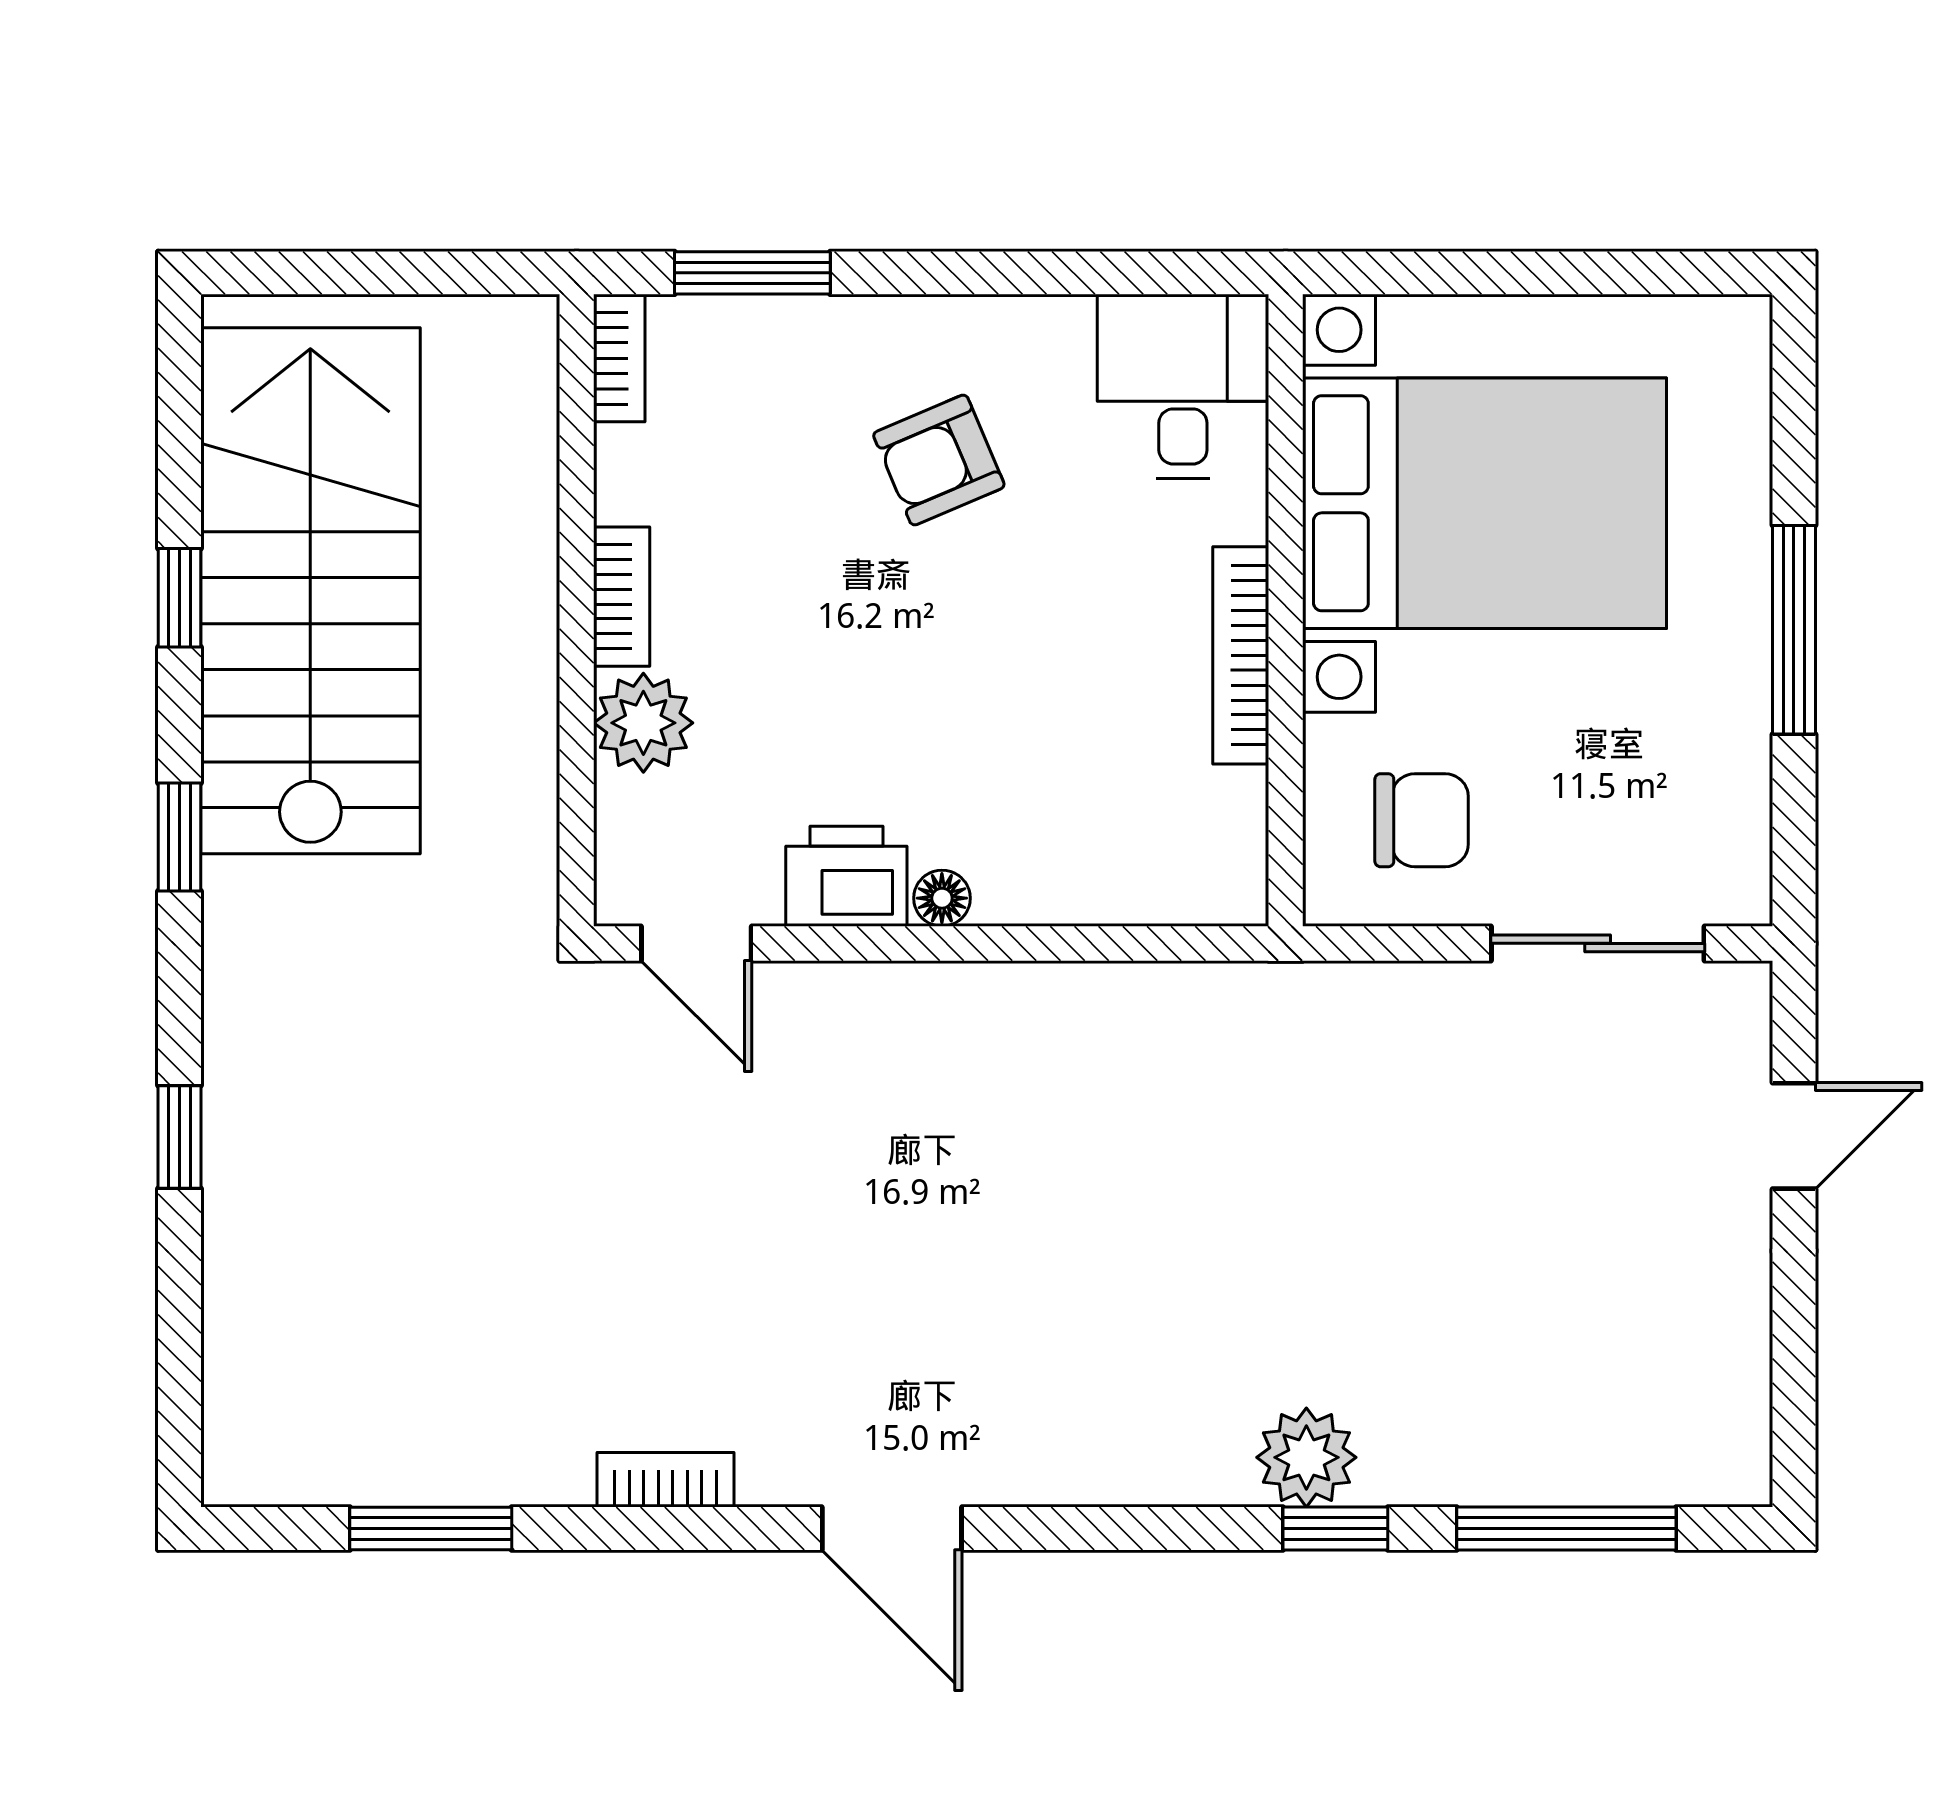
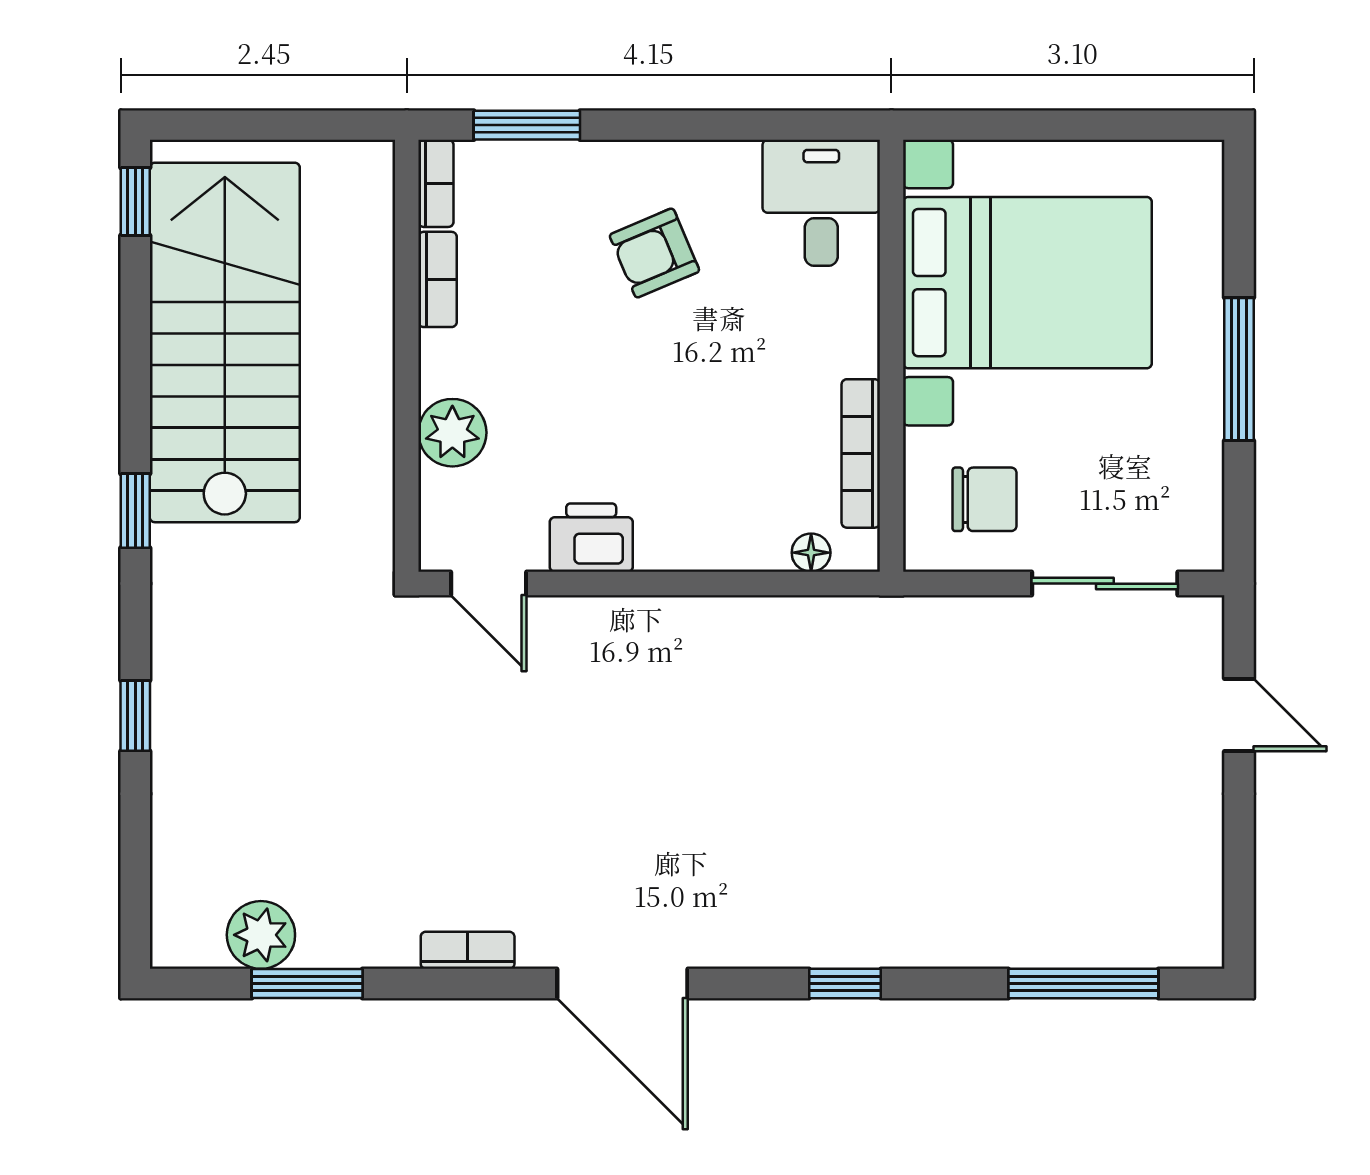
bookcase: (622, 597) -> (438, 279), moved
window: (179, 598) -> (135, 201), moved
bookcase: (1241, 655) -> (861, 453), moved
floor lamp: (942, 898) -> (811, 553), moved
door: (1794, 1136) -> (1239, 715), hinge flipped
plant: (1306, 1457) -> (261, 935), moved
door: (892, 1529) -> (622, 984), width x1.36
window: (1335, 1529) -> (845, 984), moved

